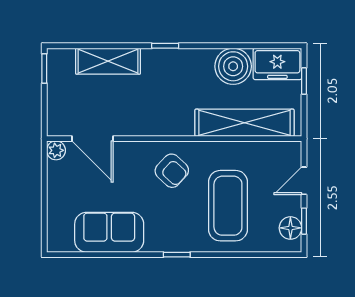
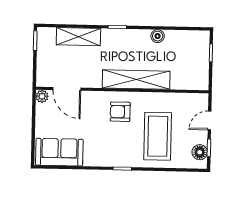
freezer: (277, 64) -> (193, 41), removed
boiler: (233, 66) -> (158, 36), width x0.54, depth x0.54
shelving: (244, 123) -> (136, 80), moved
armchair: (172, 171) -> (120, 112), turned 137
sofa: (109, 232) -> (59, 152), moved

